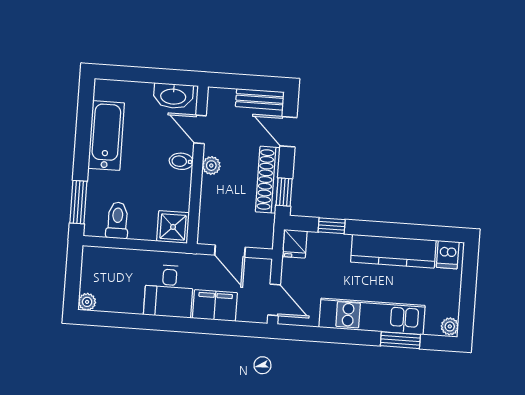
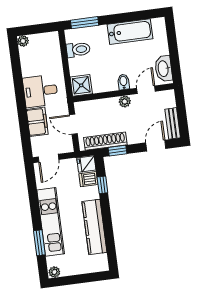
shoe rack: (268, 180) -> (105, 141), moved
door: (230, 251) -> (73, 124), hinge flipped
dishwasher: (448, 255) -> (88, 179), moved

